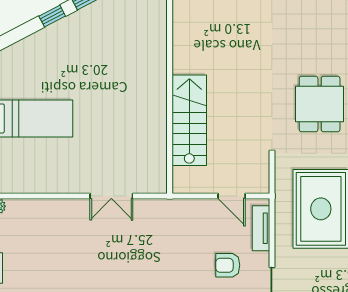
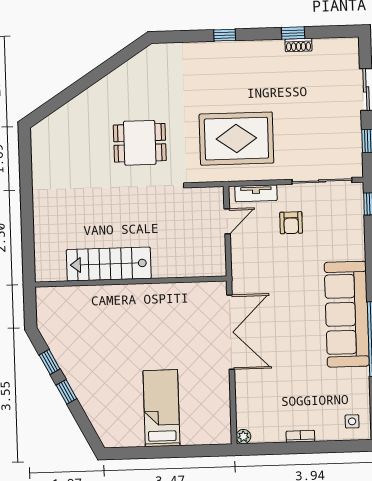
stairs: (189, 120) -> (109, 264), moved
double door: (111, 196) -> (231, 332), width x1.87

